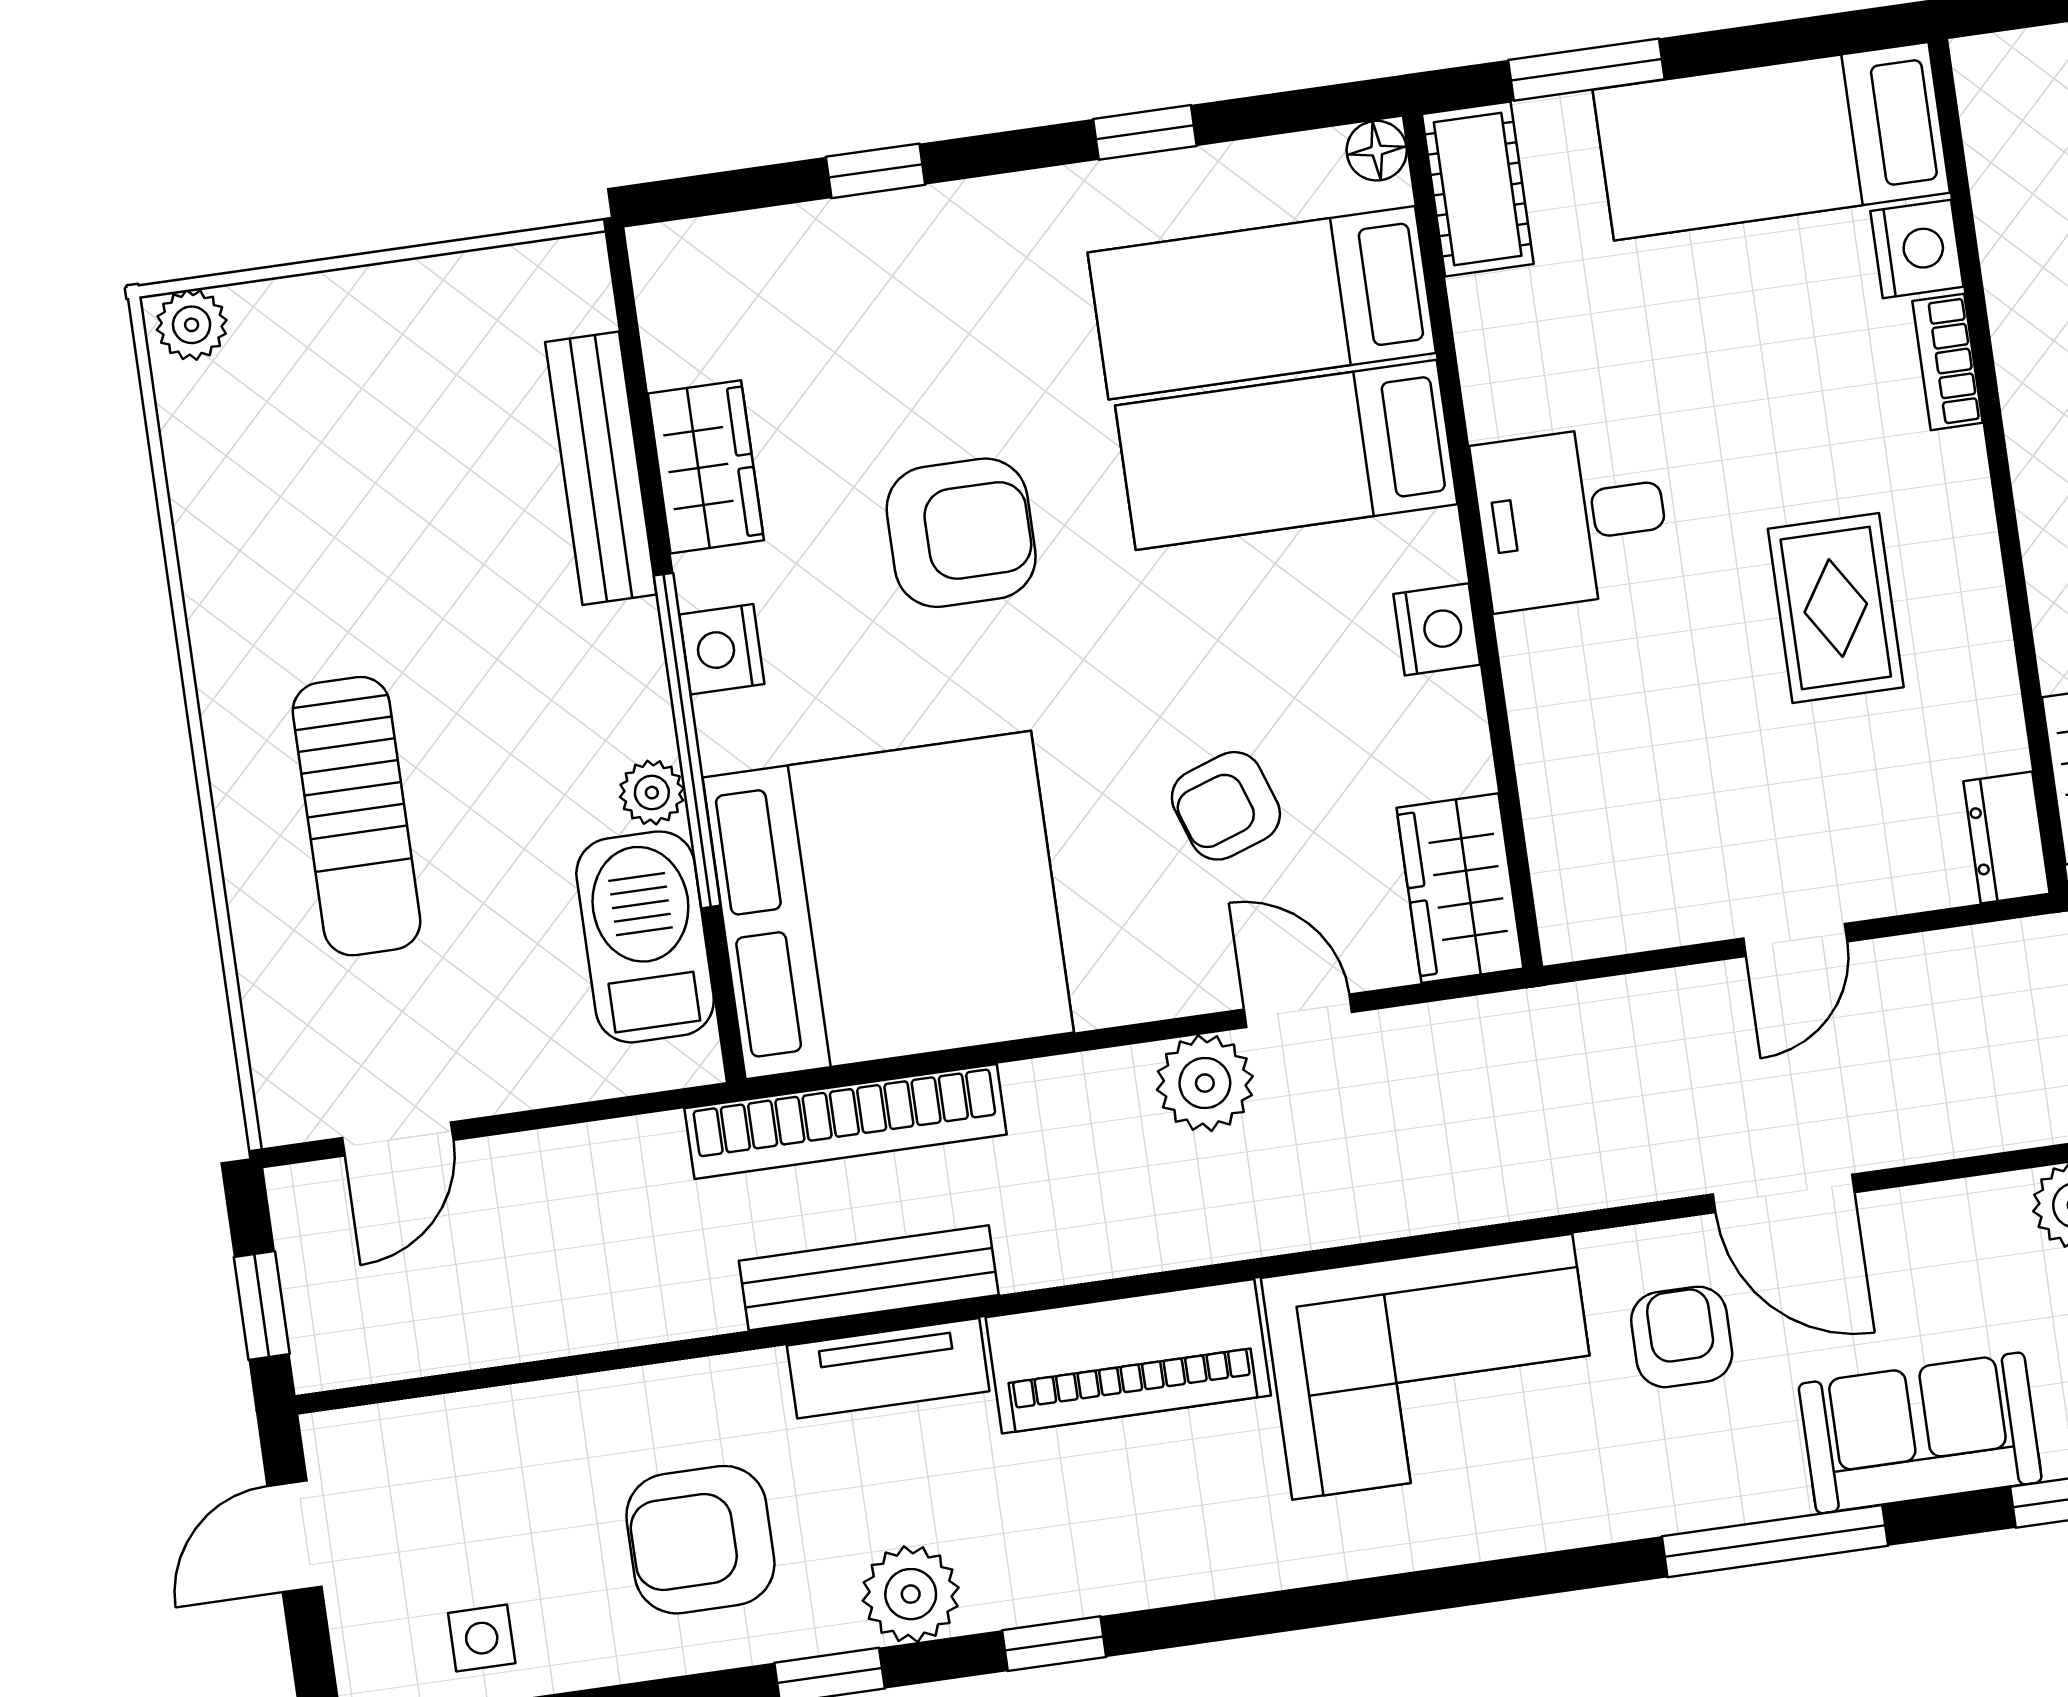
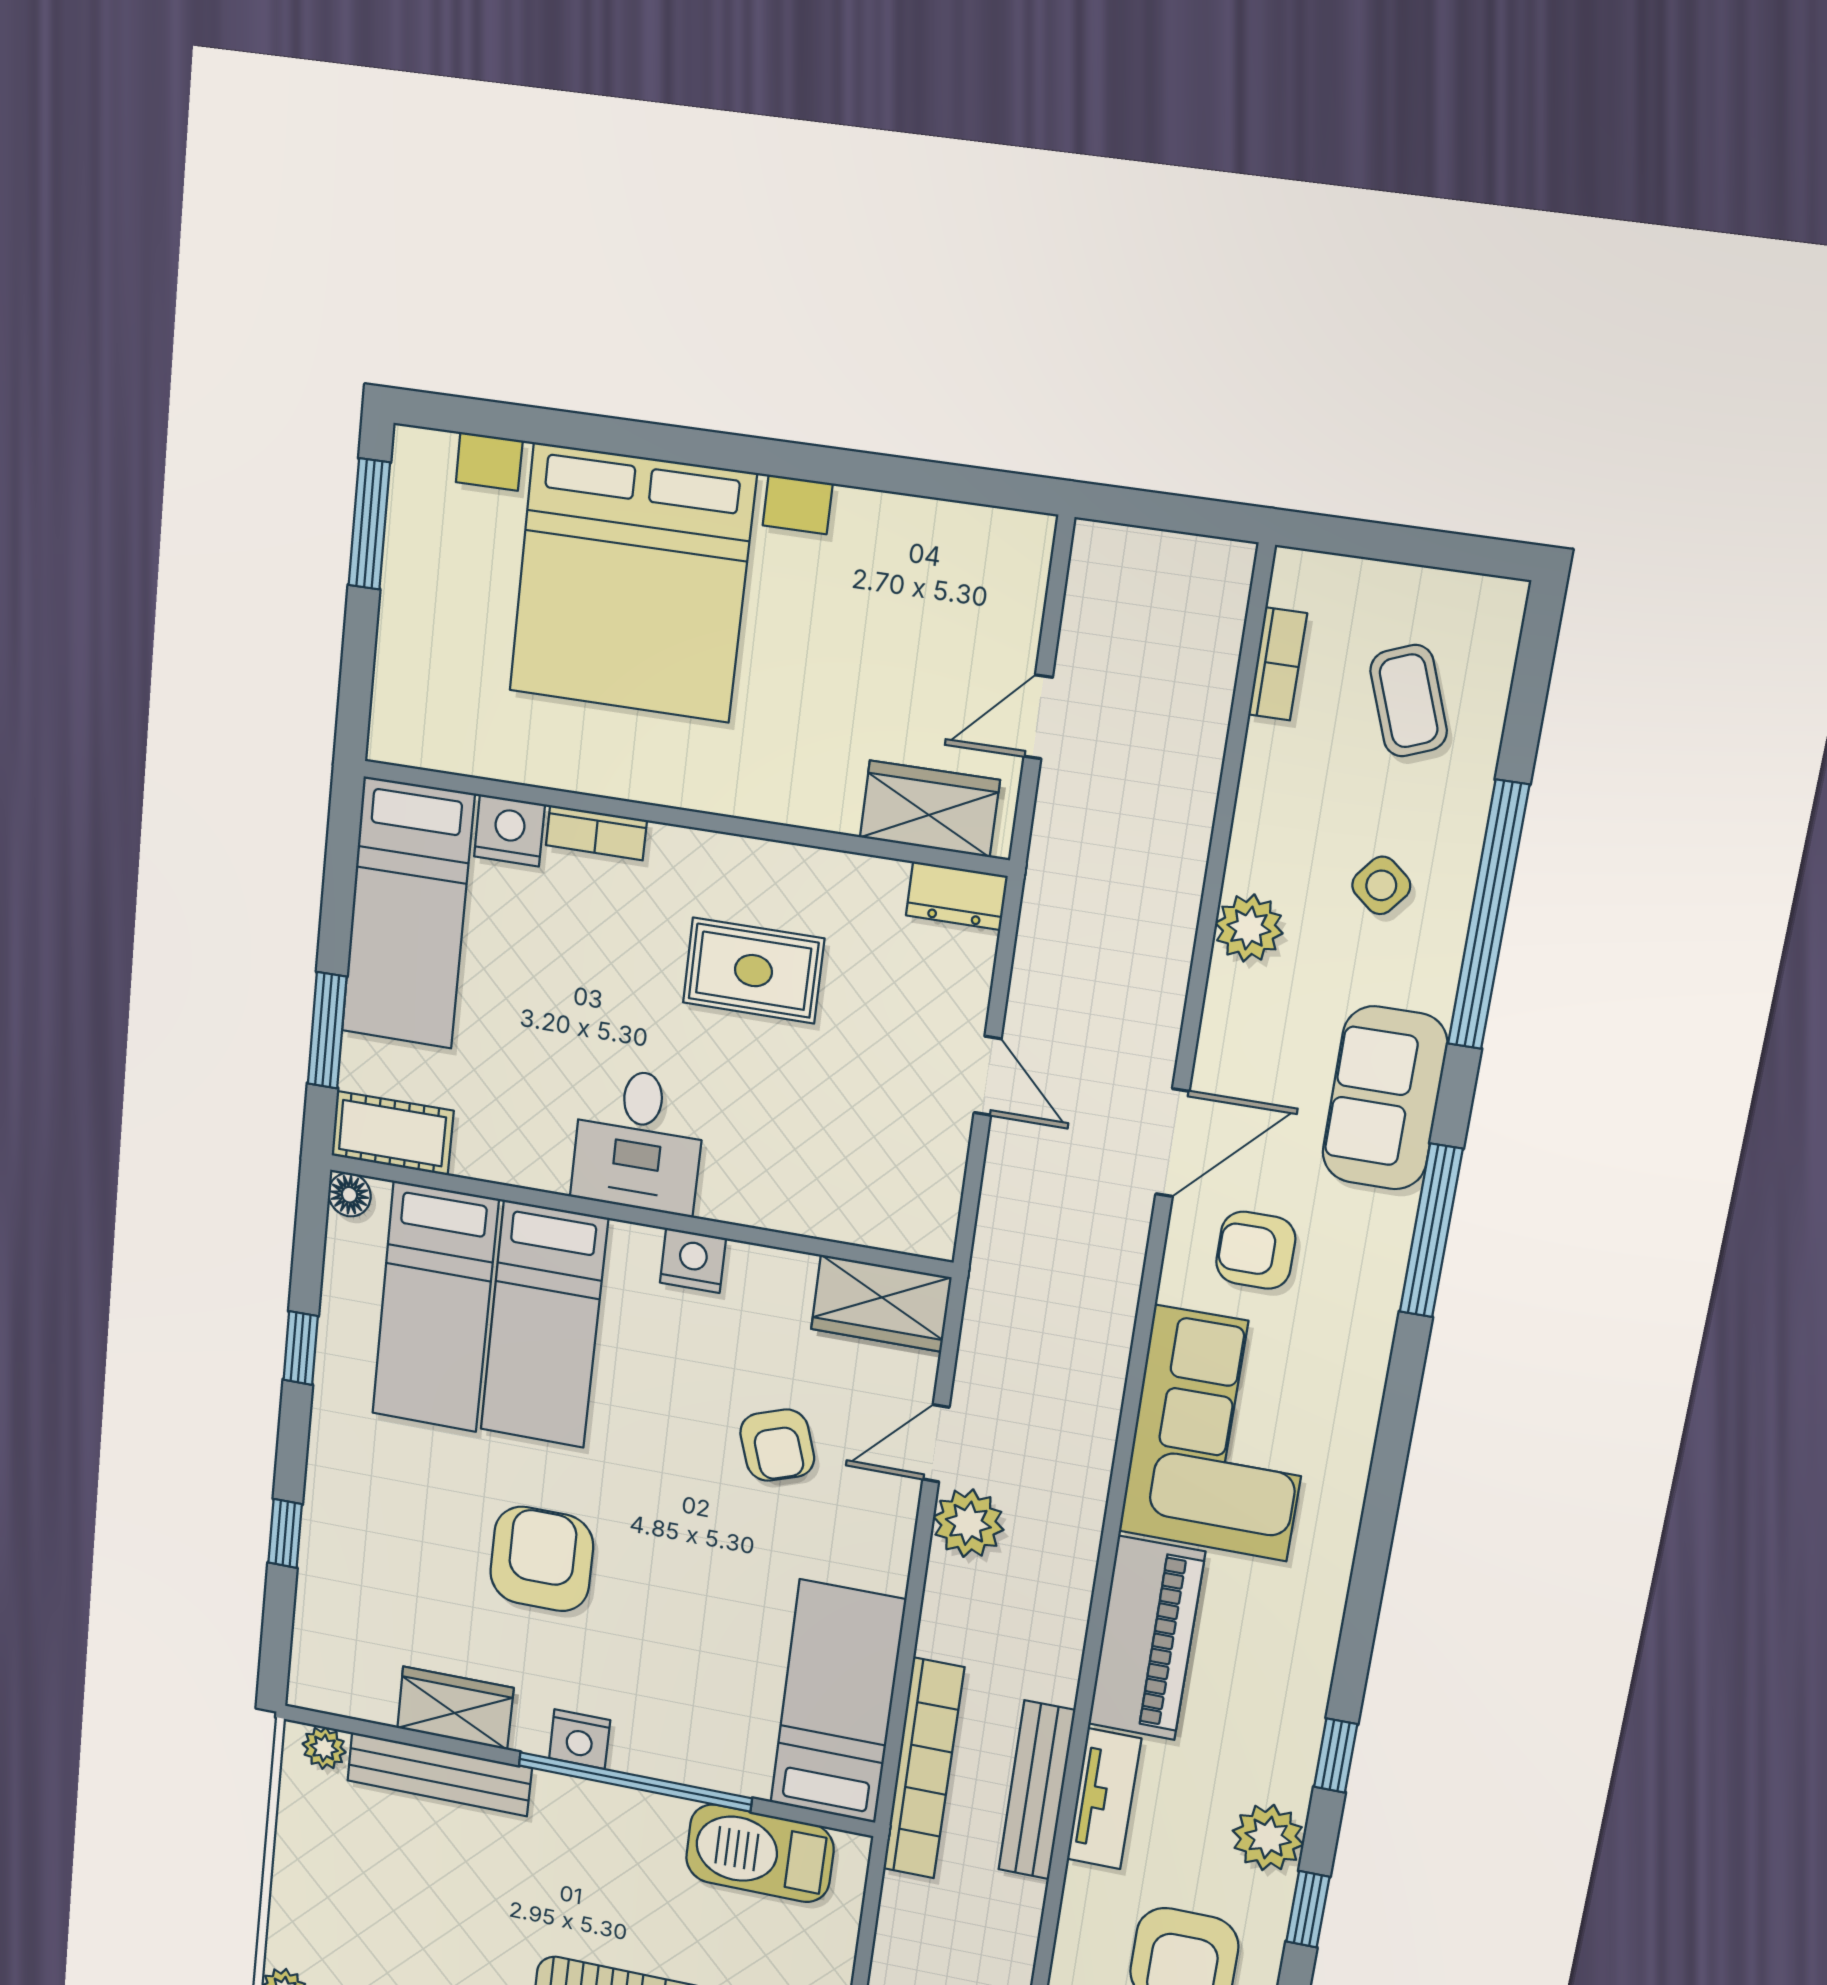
plant: (652, 793) -> (324, 1748), moved
bed: (888, 905) -> (838, 1702), width x0.49

